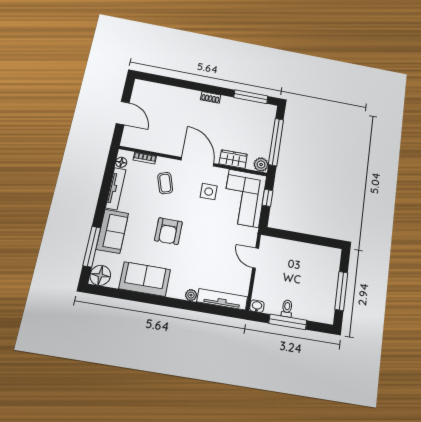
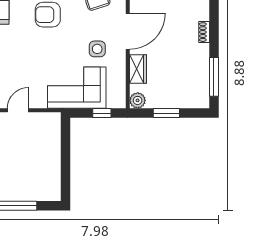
window: (276, 142) -> (166, 113), width x0.47
corner sofa: (244, 198) -> (77, 88), moved
door: (256, 258) -> (18, 110), moved

